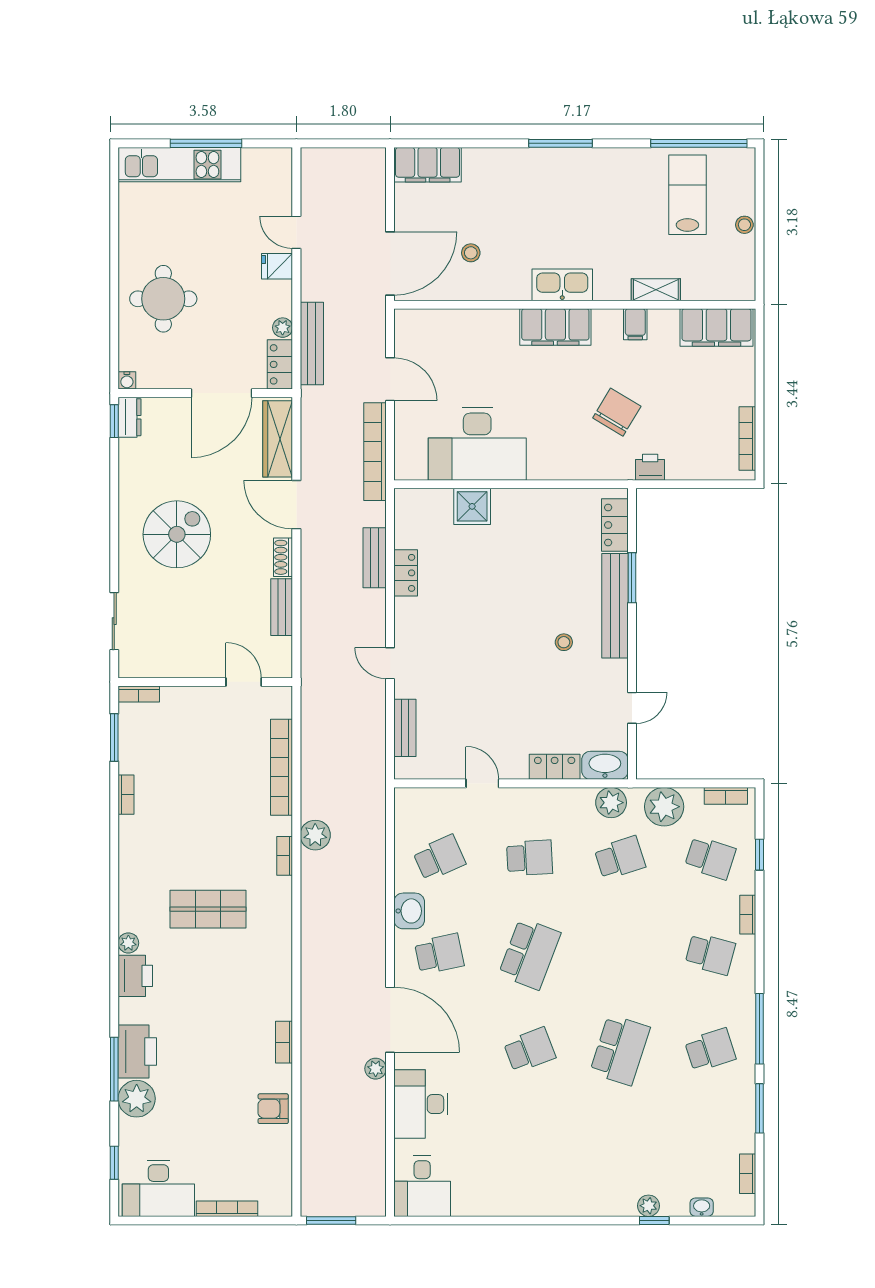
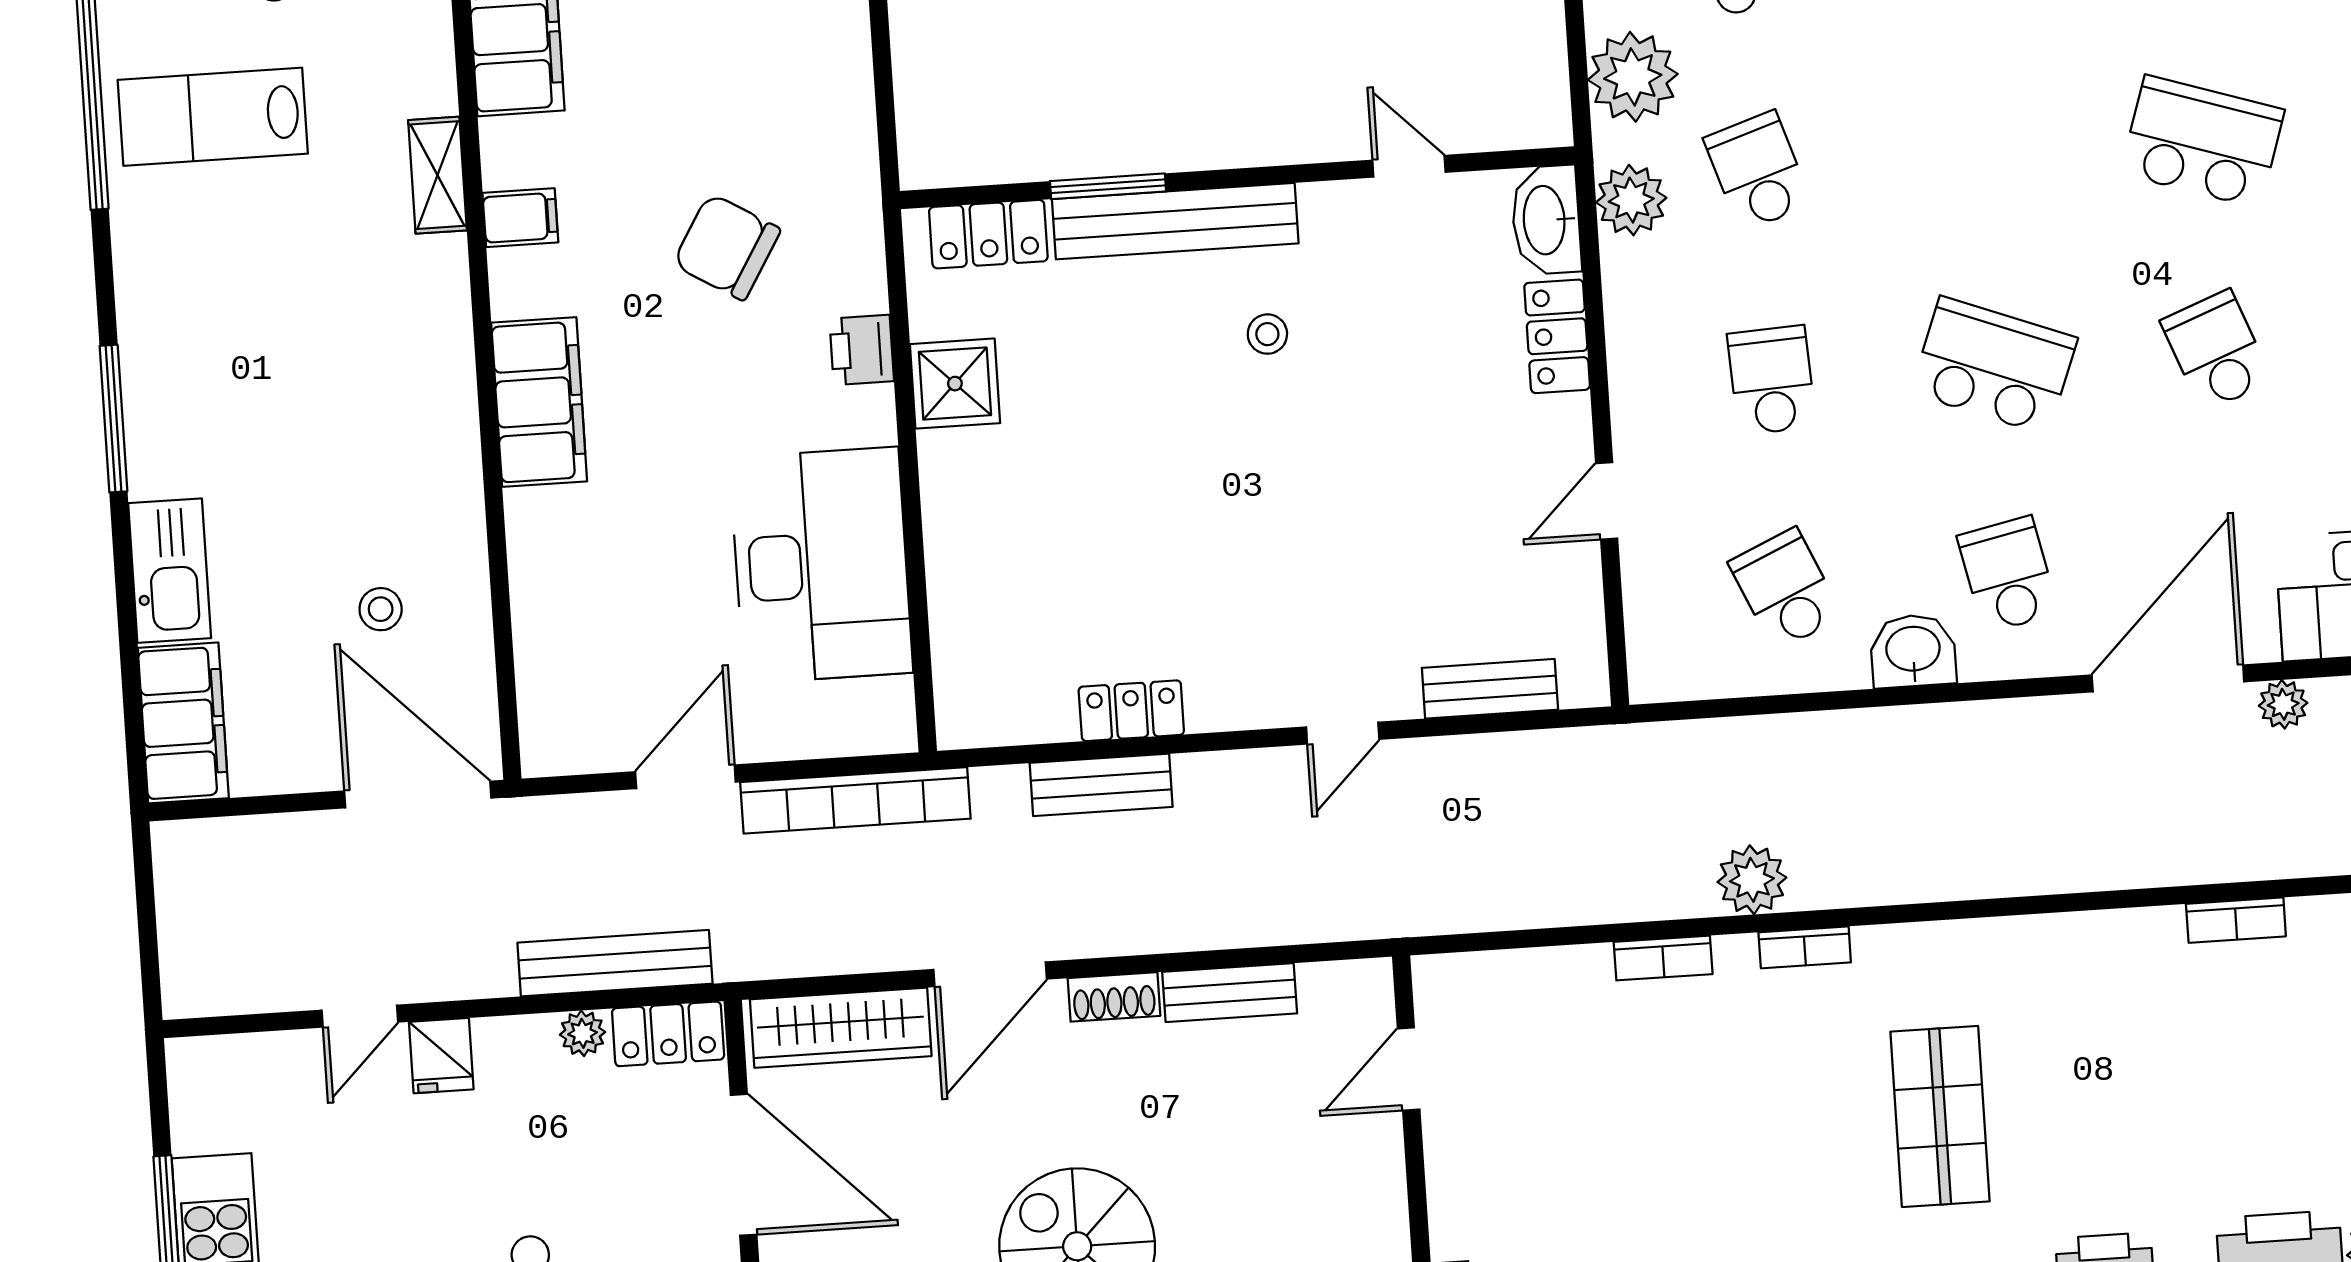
kitchen sink: (562, 285) -> (170, 571), moved, turned 180
printer: (650, 467) -> (862, 350), moved
shower: (472, 506) -> (955, 384), moved
bookcase: (282, 767) -> (1663, 958), width x0.43, depth x0.76

